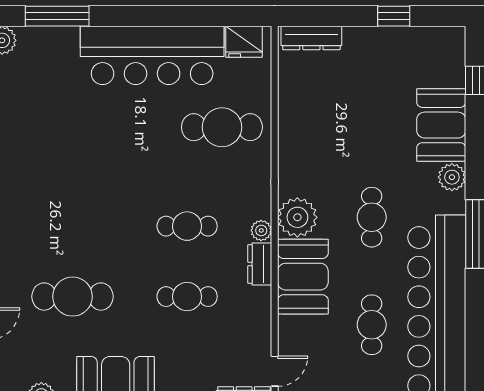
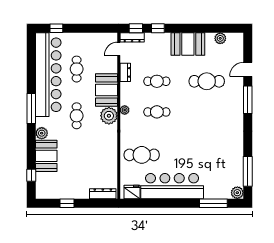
dresser: (260, 264) -> (125, 72), moved

